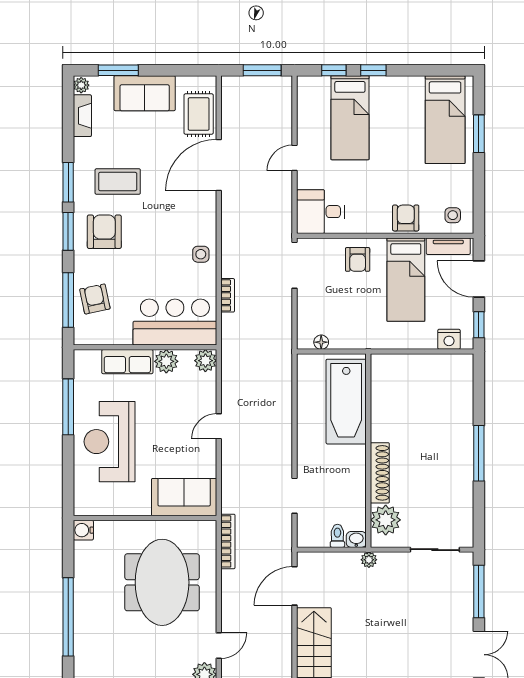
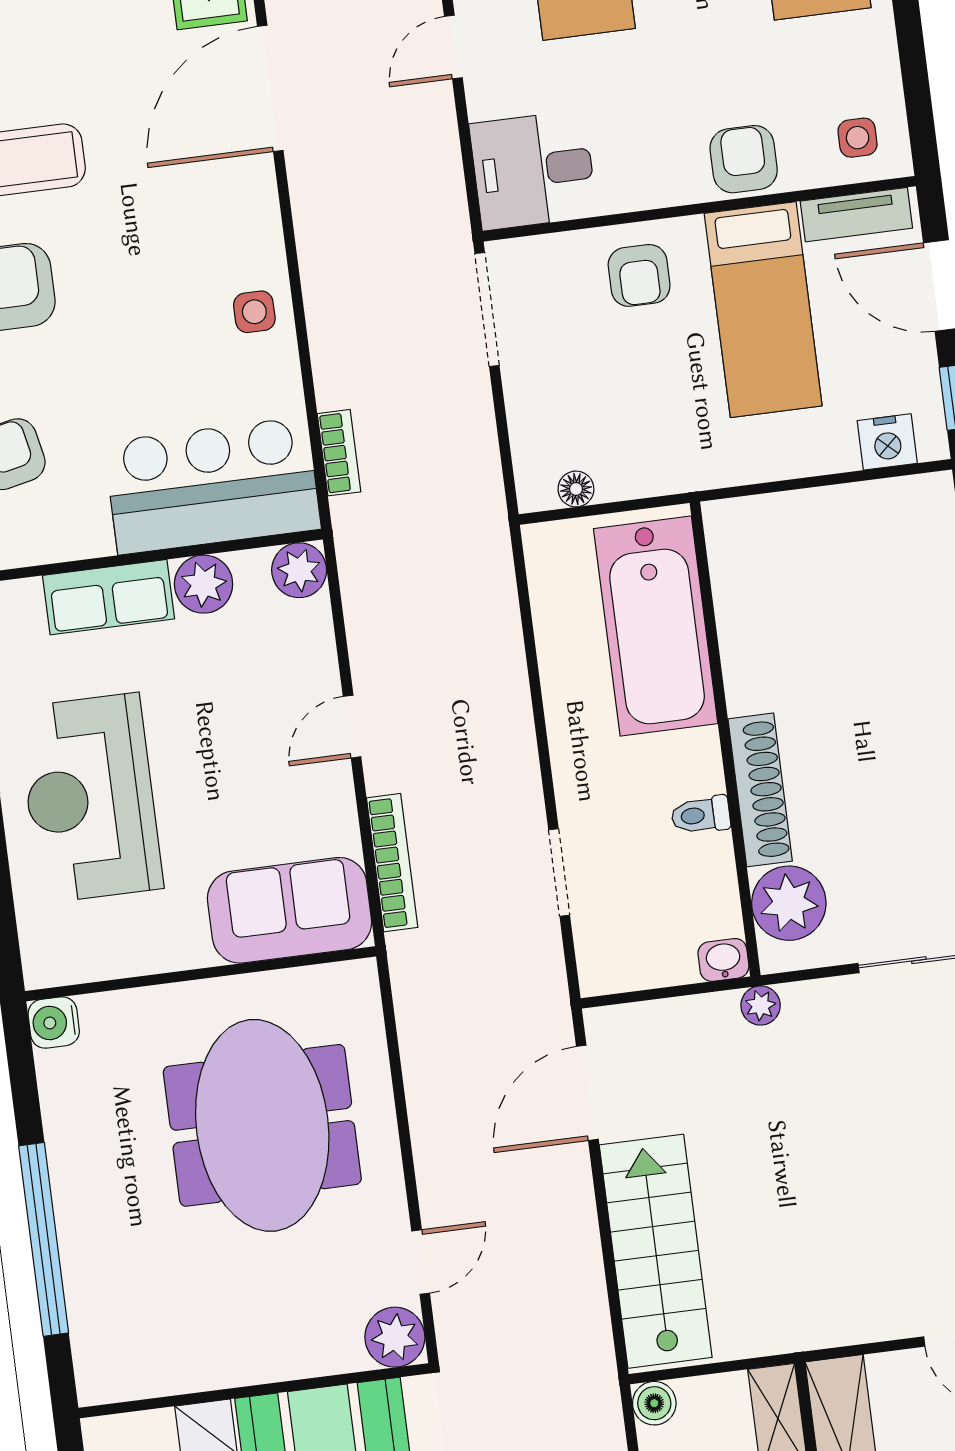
bookcase: (228, 295) -> (339, 453), moved
toilet: (337, 536) -> (701, 815), moved, turned -90
bookcase: (228, 541) -> (392, 863), moved

